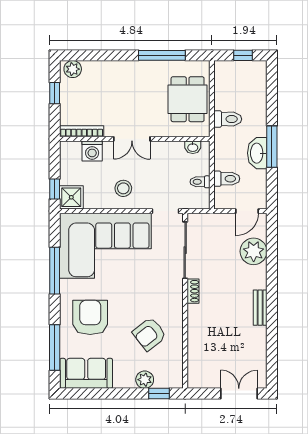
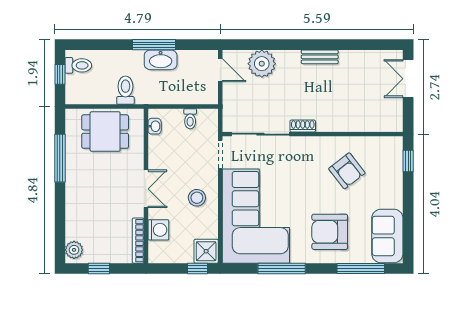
toilet: (227, 179) -> (78, 65), moved, turned 90
plant: (145, 380) -> (394, 176), removed

